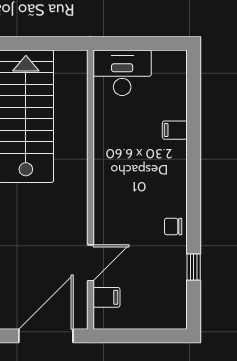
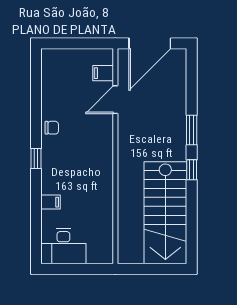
desk: (122, 73) -> (63, 246), moved
window: (194, 267) -> (36, 158), moved

